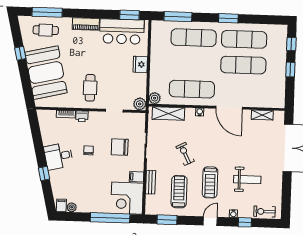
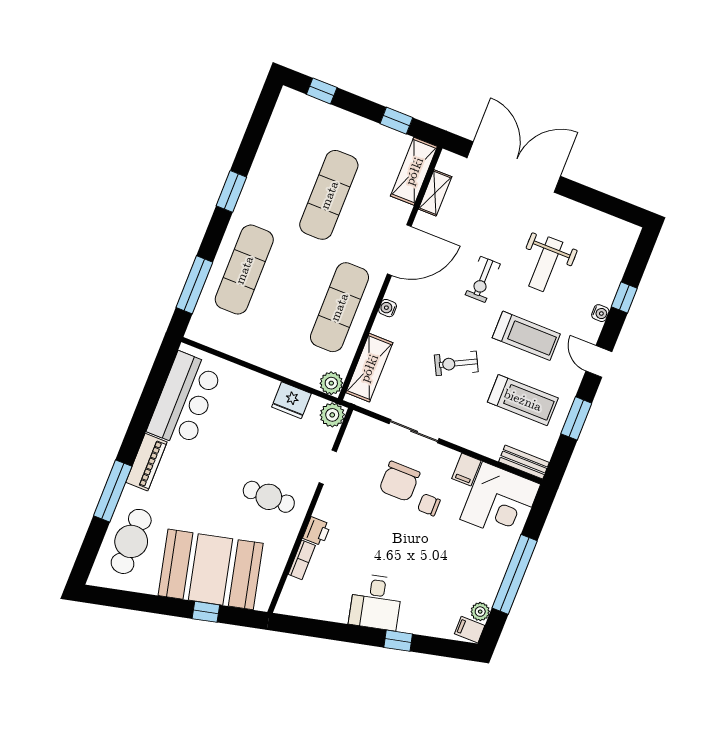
window: (47, 12) -> (113, 491), moved
window: (129, 15) -> (159, 374), removed
cafe table: (46, 30) -> (131, 541), width x1.37, depth x1.35
exercise mat: (244, 39) -> (281, 176), removed
window: (20, 53) -> (206, 612), moved
fridge: (140, 64) -> (291, 400), moved
window: (290, 70) -> (396, 121), moved
shelving: (269, 101) -> (414, 171), added
chair: (89, 150) -> (429, 505), moved
weight bench: (247, 179) -> (546, 264), turned 180
bench: (151, 182) -> (524, 462), moved
treadmill: (179, 192) -> (523, 400), turned 180
exercise bike: (264, 212) -> (483, 279), moved
window: (110, 218) -> (515, 574), moved
window: (167, 220) -> (576, 418), moved

